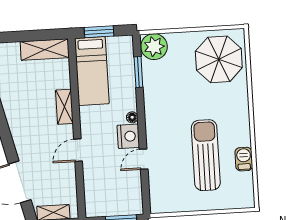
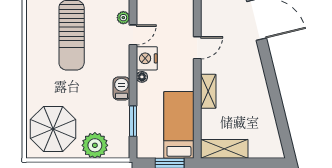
plant: (154, 47) -> (95, 145), moved
barbecue: (244, 159) -> (121, 88), moved, turned 180
plant: (154, 176) -> (123, 18), added

